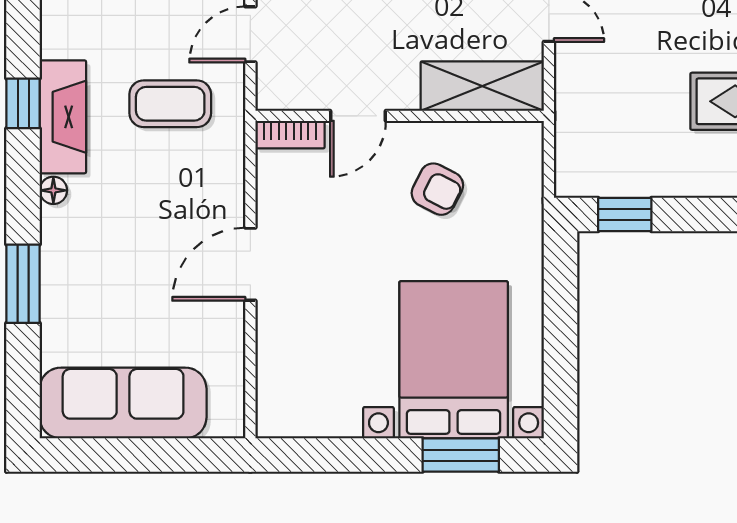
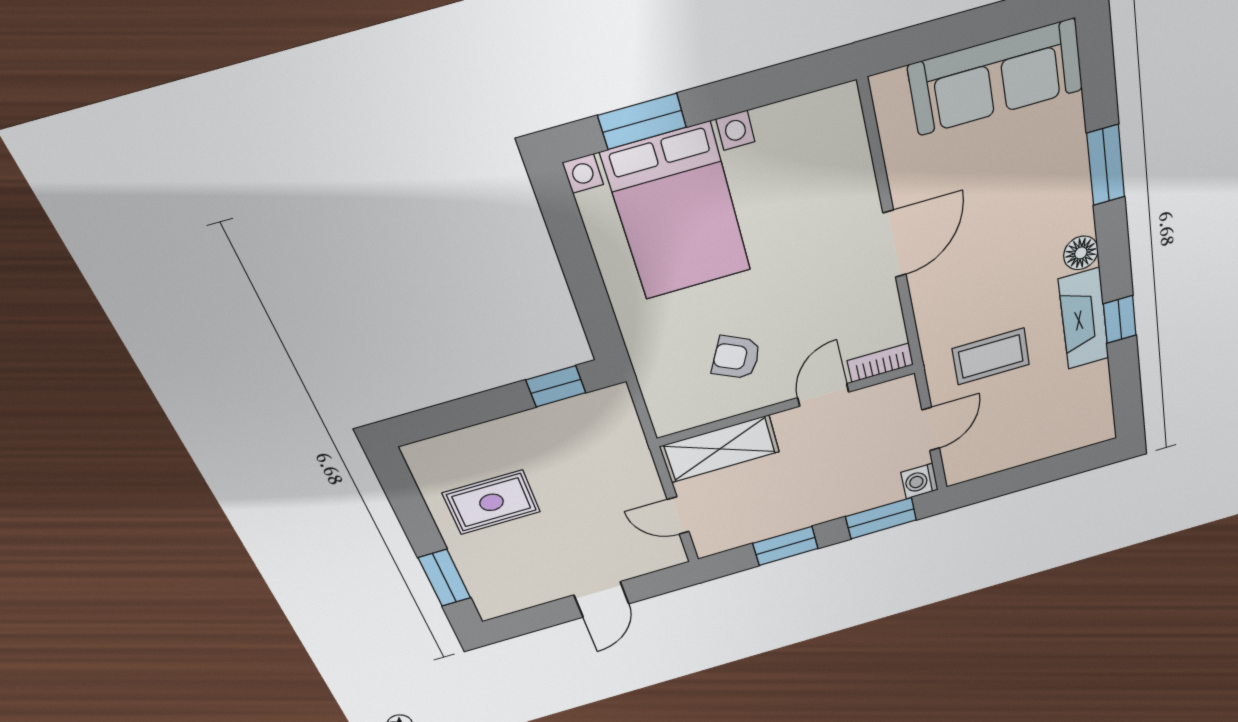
floor lamp: (53, 190) -> (1081, 253), width x1.37, depth x1.37

